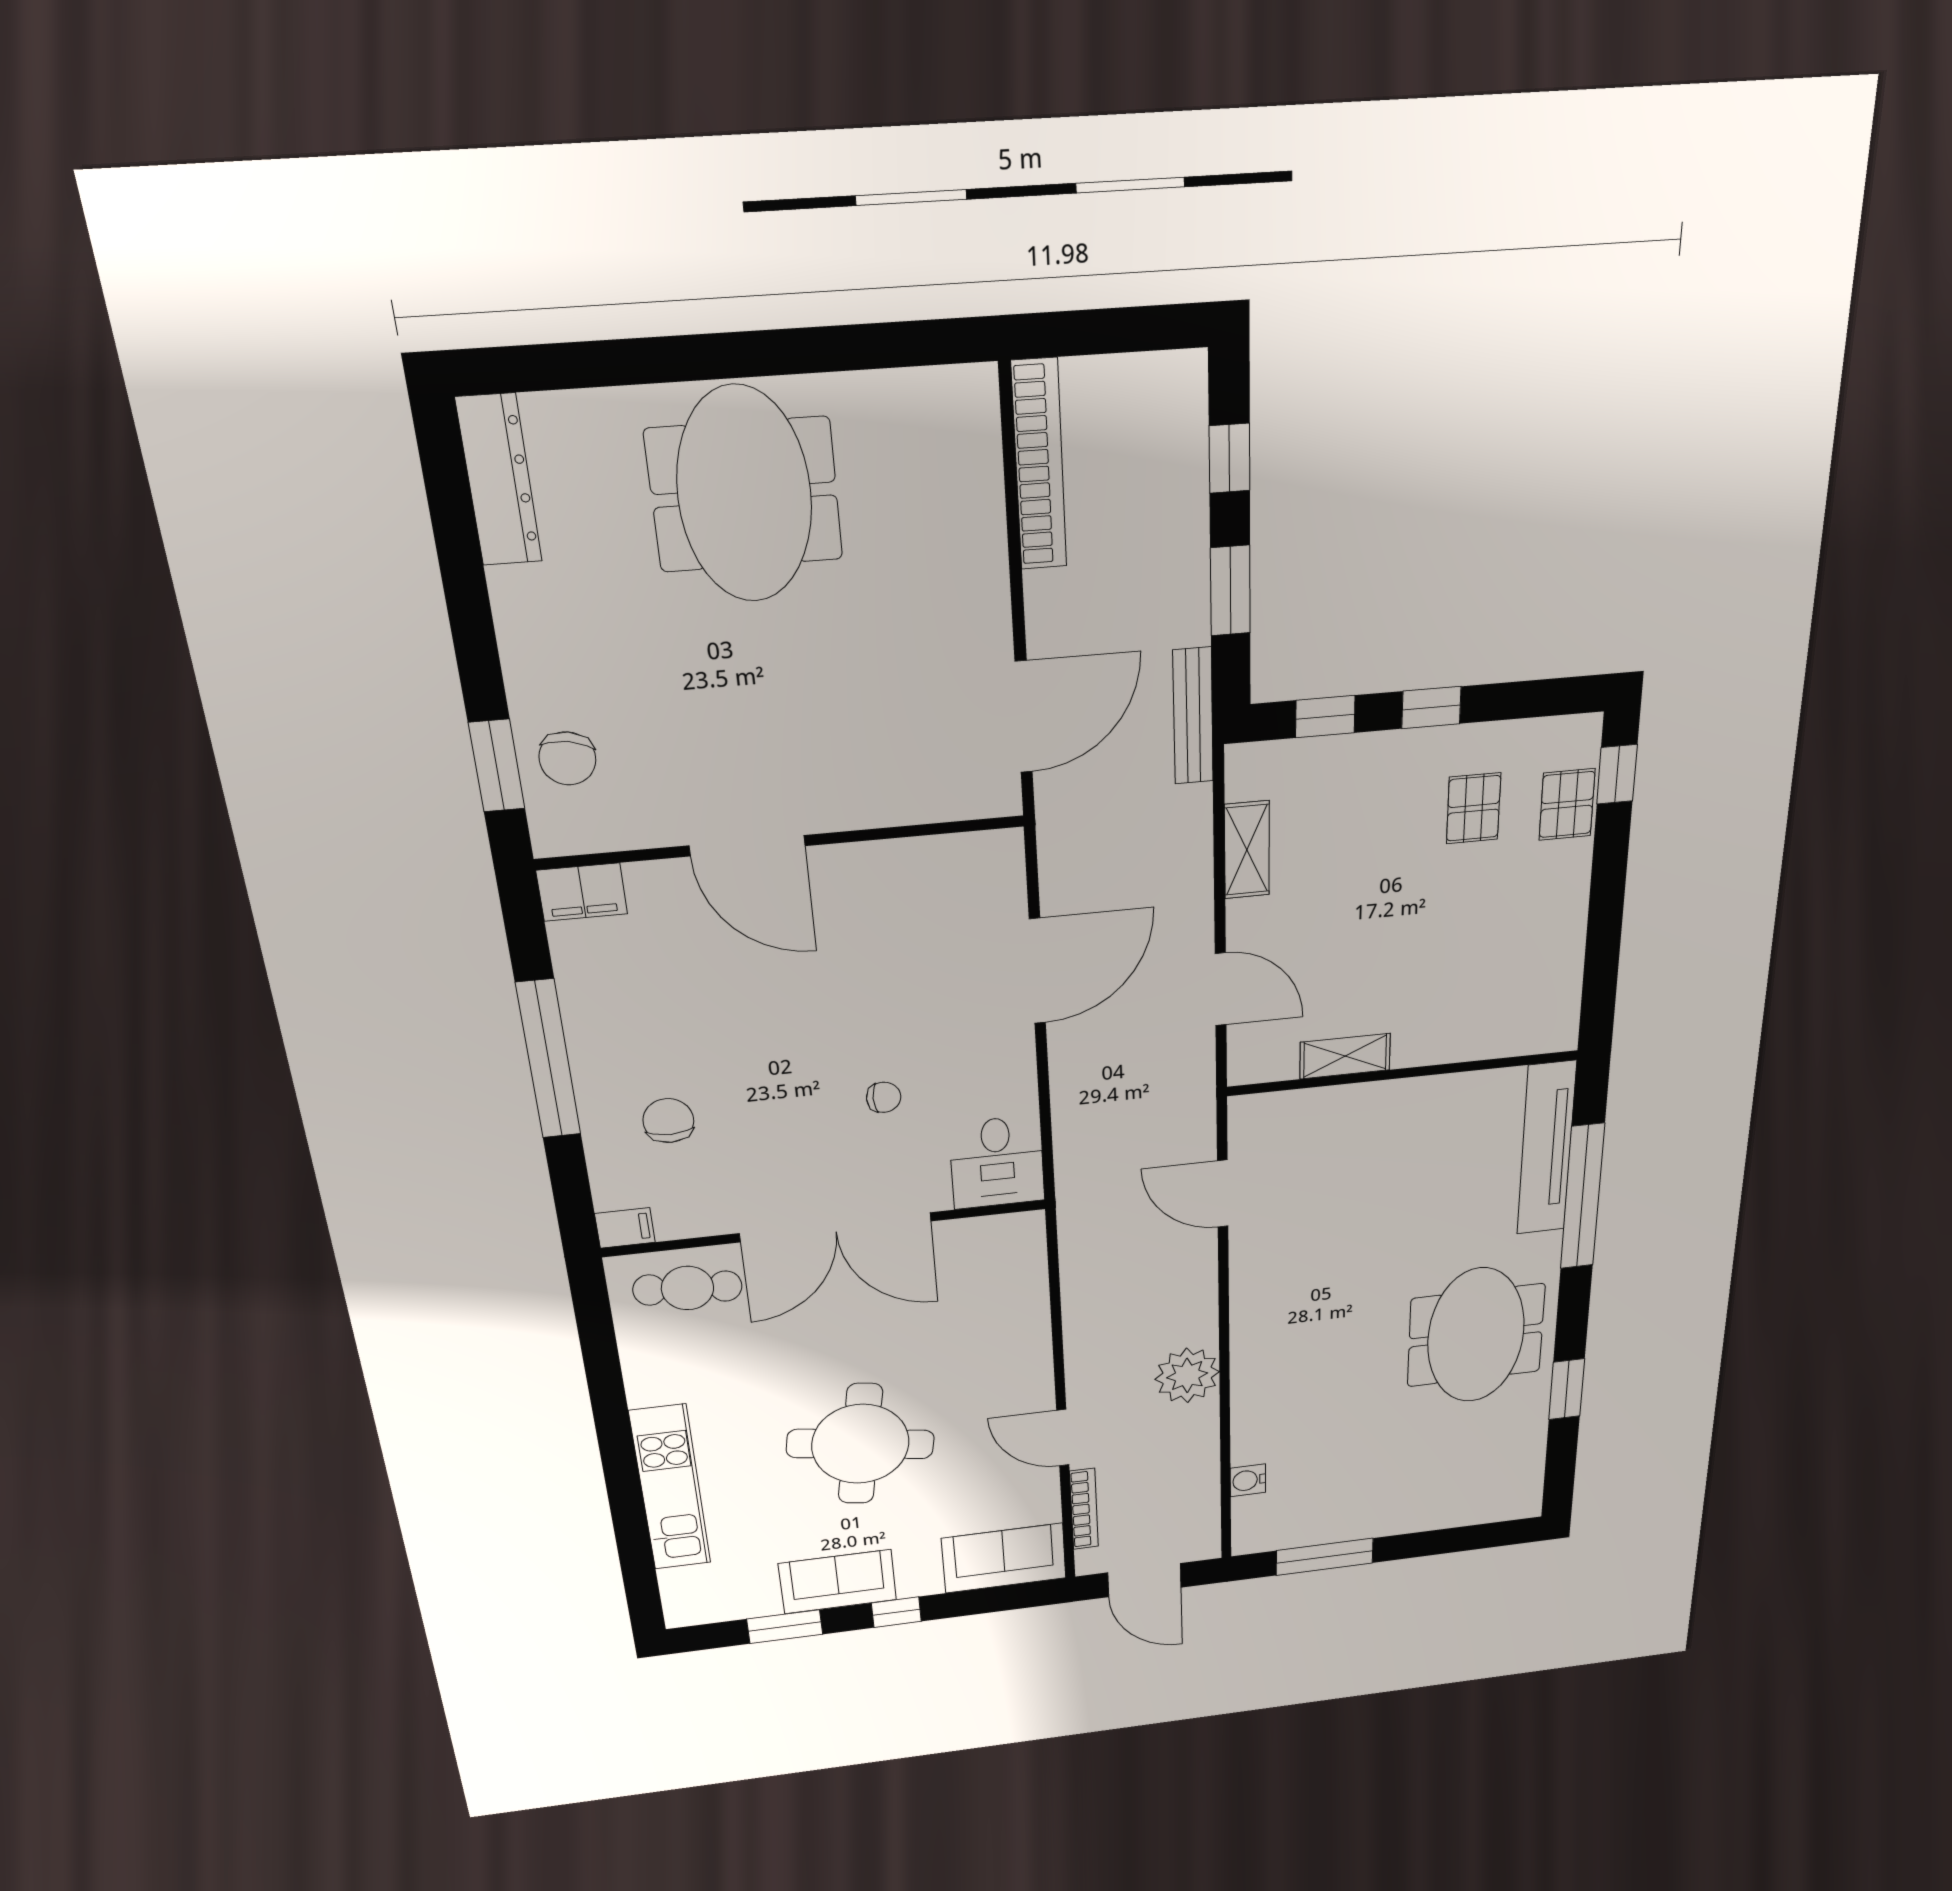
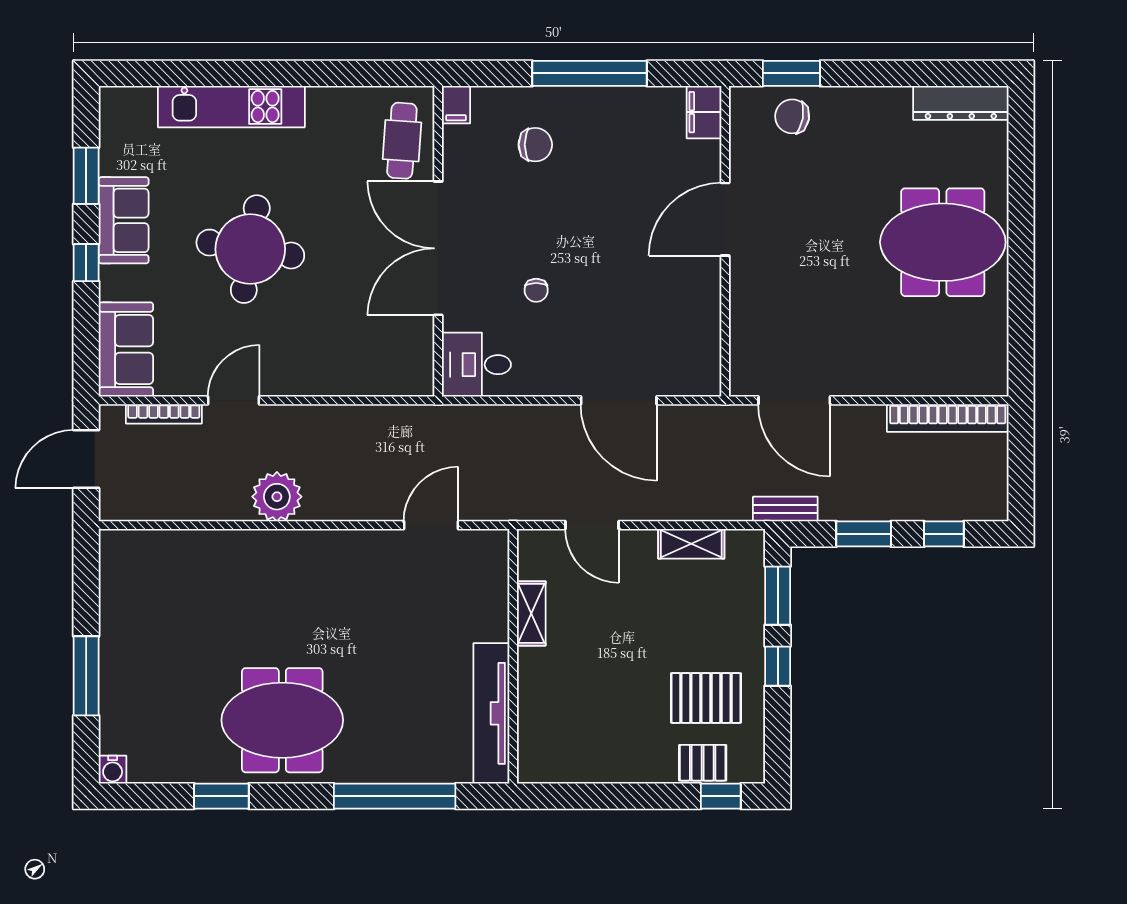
bench: (1193, 716) -> (785, 509), width x0.73
window: (1325, 717) -> (778, 596), width x1.50
pallet: (1474, 808) -> (706, 698), width x1.50, depth x1.42
door: (1221, 989) -> (592, 525), hinge flipped
tv unit: (1546, 1148) -> (491, 713), moved, turned -90
water cooler: (1248, 1480) -> (113, 770), moved, turned 180
window: (1325, 1557) -> (86, 676), moved

